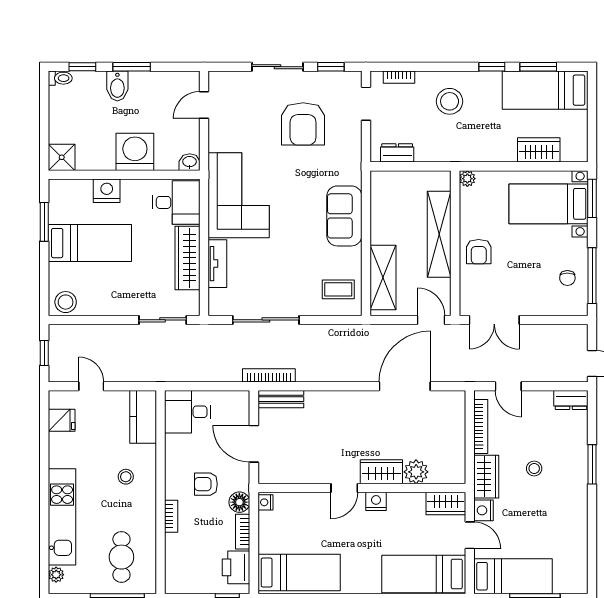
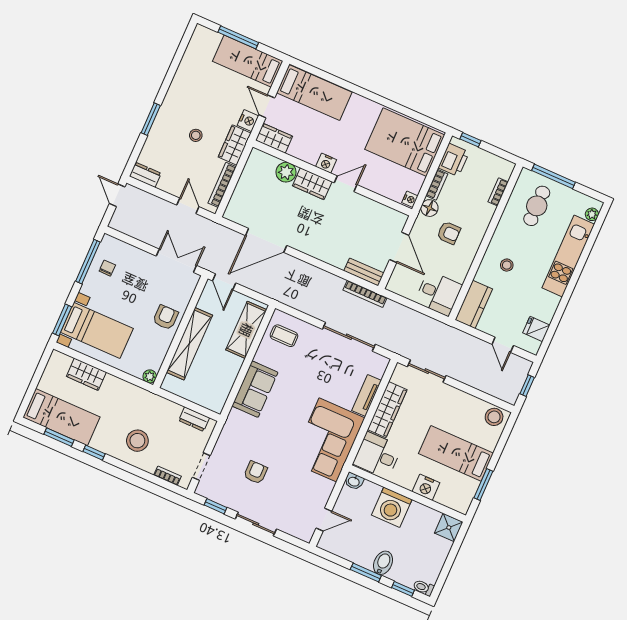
armchair: (303, 124) -> (255, 472), width x0.53, depth x0.53
bookcase: (171, 516) -> (498, 192), moved
bed: (299, 573) -> (405, 142), width x1.50

